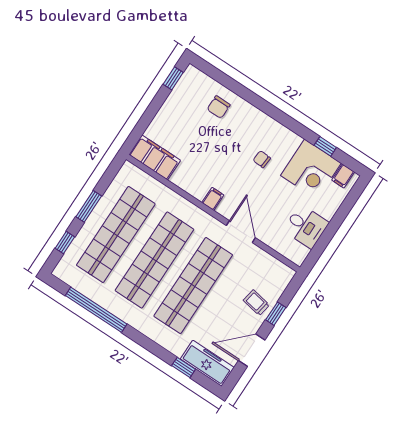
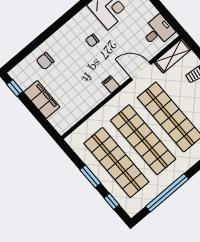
chair: (219, 107) -> (45, 61), turned 90
filing cabinet: (155, 158) -> (42, 100), moved, turned 90
desk: (306, 226) -> (158, 31), moved
shelving: (272, 267) -> (173, 56), added

